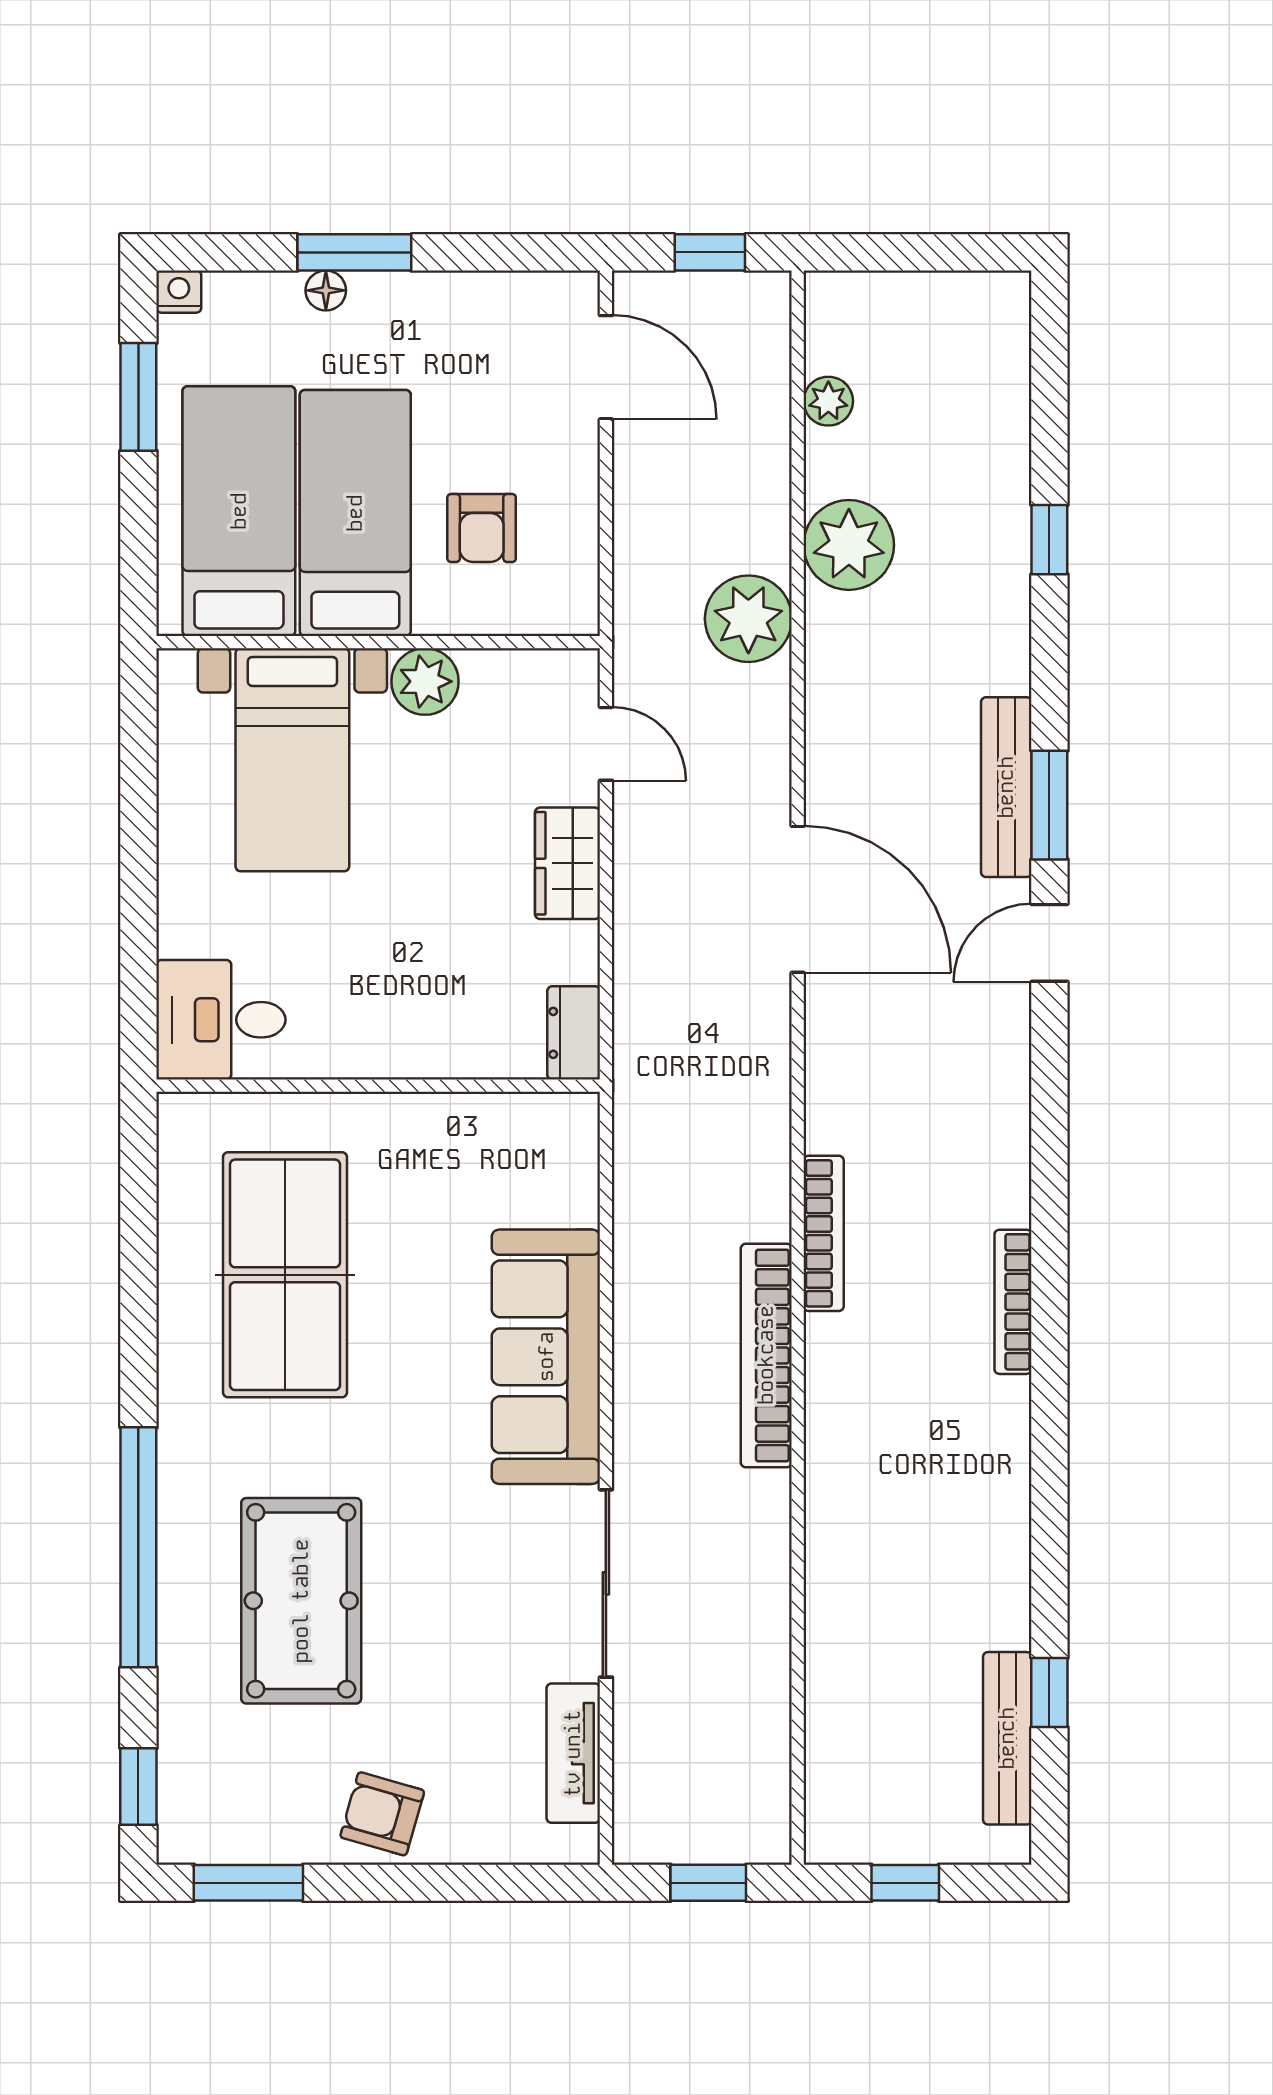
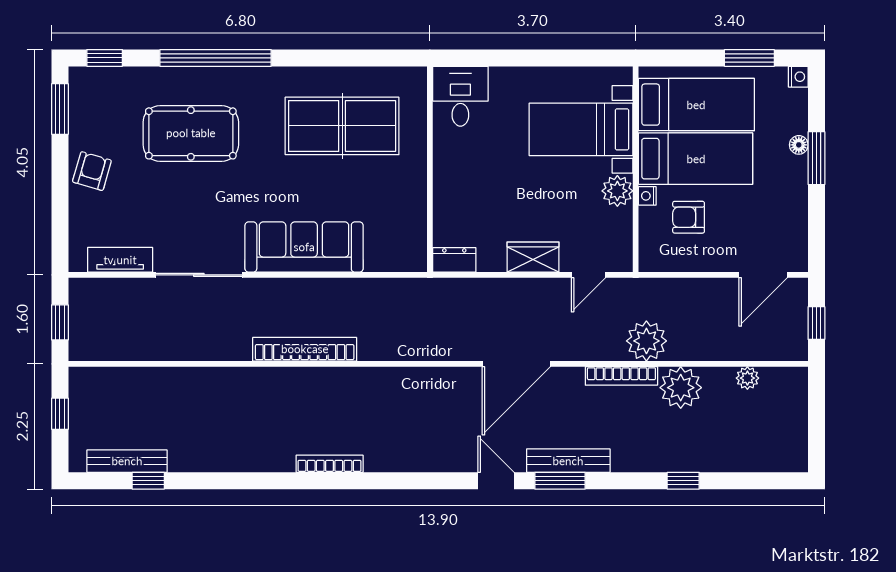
nightstand: (436, 617) -> (647, 196), added
bookcase: (824, 1233) -> (621, 376), moved

